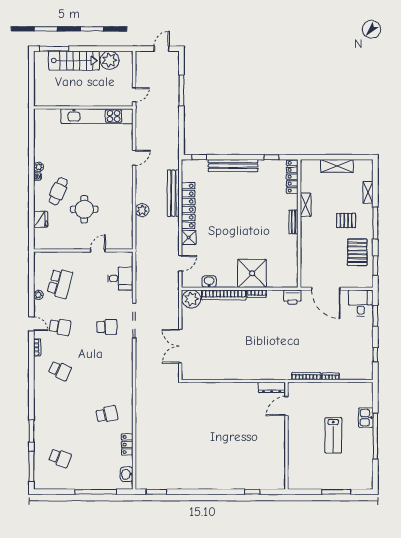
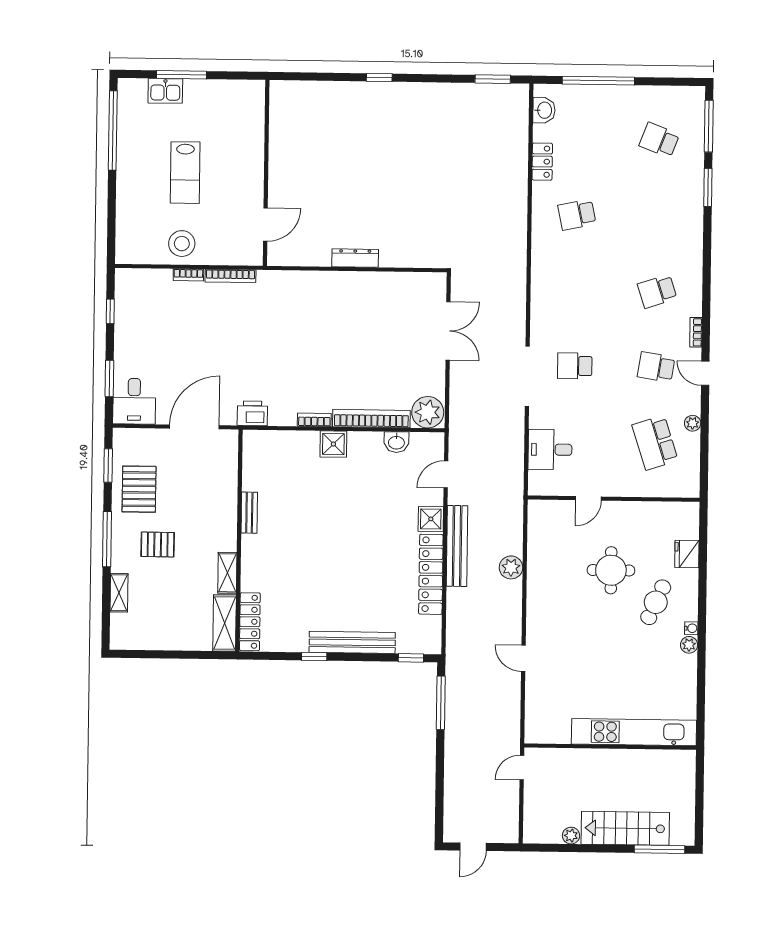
plant: (110, 60) -> (571, 836), width x0.53, depth x0.53
window: (181, 90) -> (441, 703), moved
kitchen unit: (97, 116) -> (634, 732), moved
window: (271, 157) -> (314, 657), moved
door: (134, 158) -> (523, 658), hinge flipped
shelving: (337, 166) -> (225, 623), moved, turned 90
bench: (173, 193) -> (457, 546), moved
bench: (293, 222) -> (249, 513), moved
shower: (252, 273) -> (333, 444), width x0.54, depth x0.54
school desk: (60, 283) -> (655, 443), turned -33
door: (326, 289) -> (194, 427), hinge flipped
school desk: (60, 371) -> (657, 291), turned -42
dresser: (272, 387) -> (355, 258), moved
stool: (335, 394) -> (182, 244), added
kitchen sink: (366, 418) -> (165, 91), moved, turned 90
lab bench: (333, 435) -> (185, 173), turned 180
window: (375, 436) -> (113, 130), moved
window: (252, 492) -> (379, 78), moved

